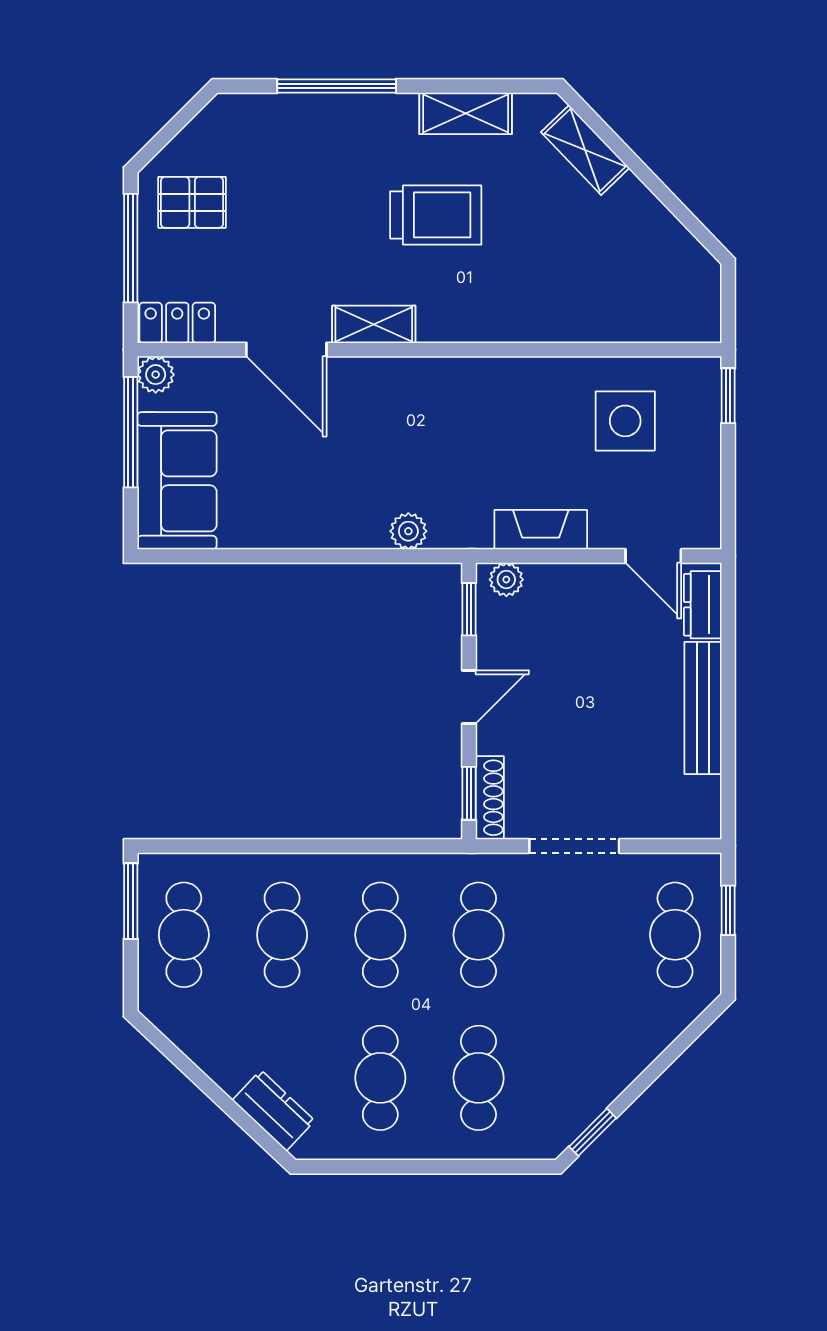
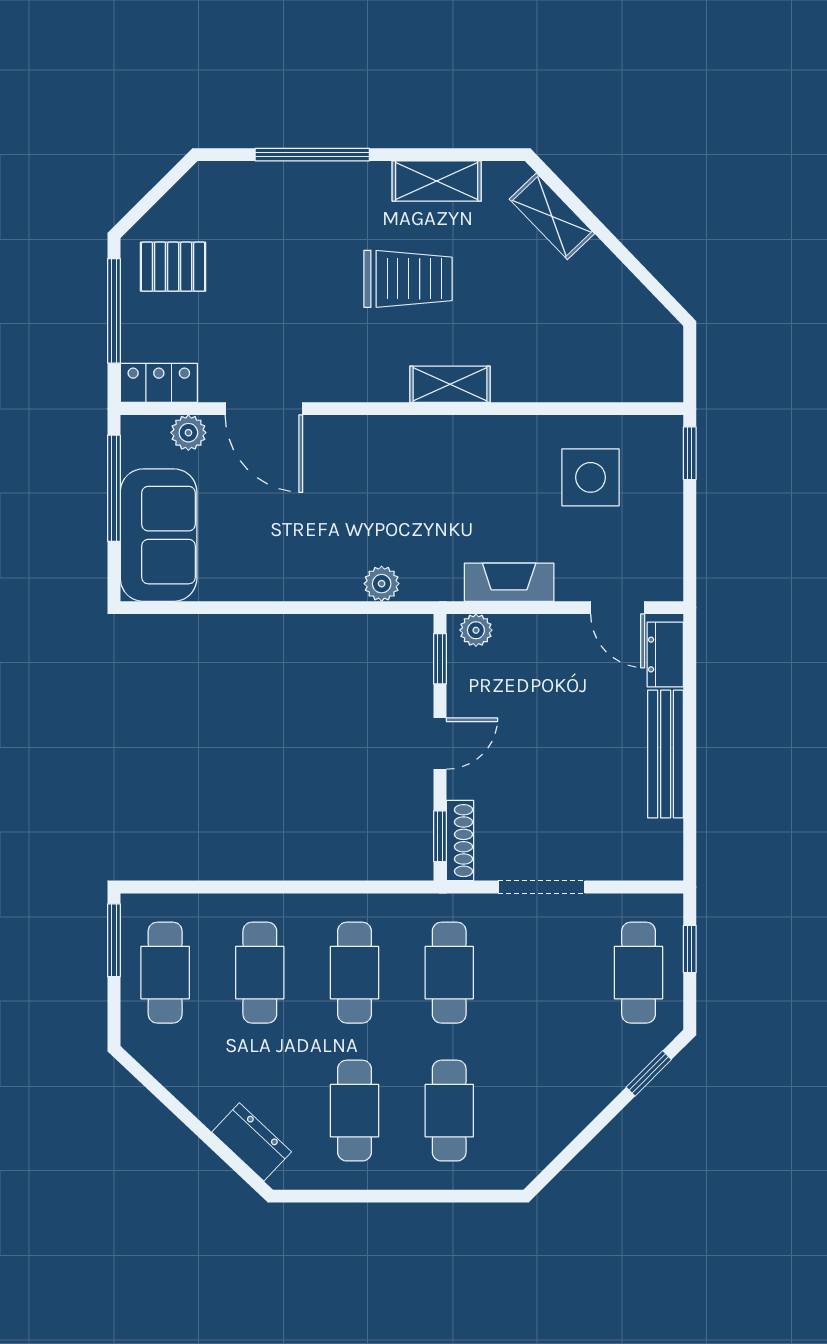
shelving: (374, 324) -> (450, 384), moved
plant: (156, 375) -> (188, 433), moved
window: (593, 1132) -> (649, 1073), moved

